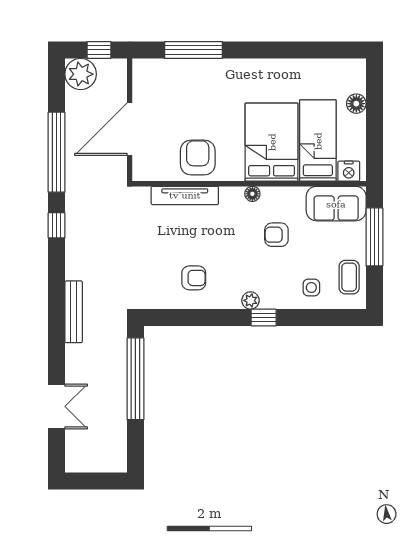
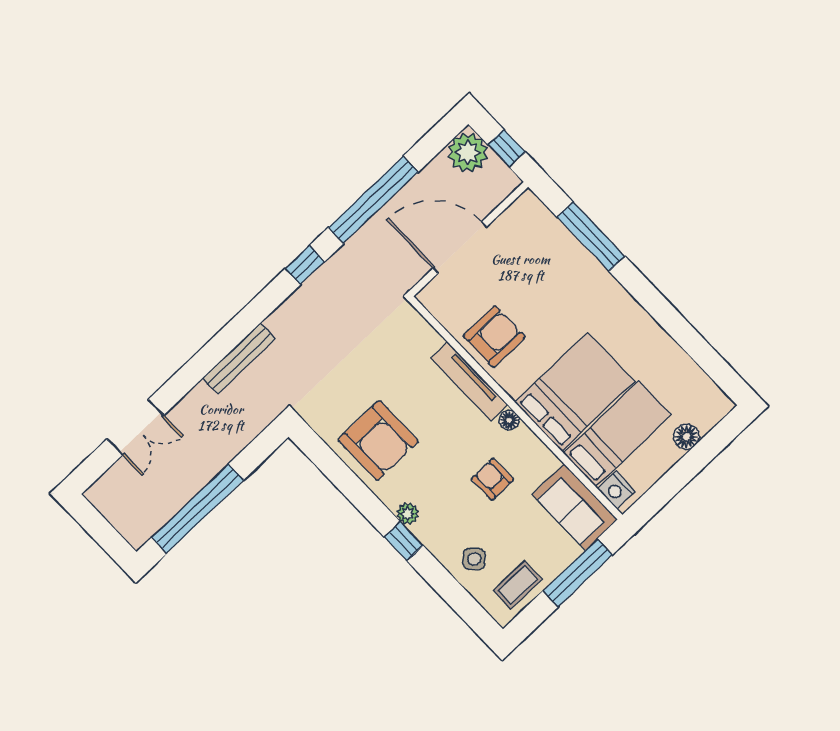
tv unit: (185, 195) -> (469, 381), moved
armchair: (194, 278) -> (378, 440), width x1.88, depth x1.88
side table: (311, 288) -> (474, 559), turned 45
window: (135, 379) -> (198, 509), moved

